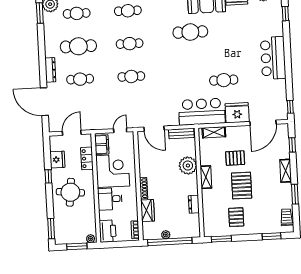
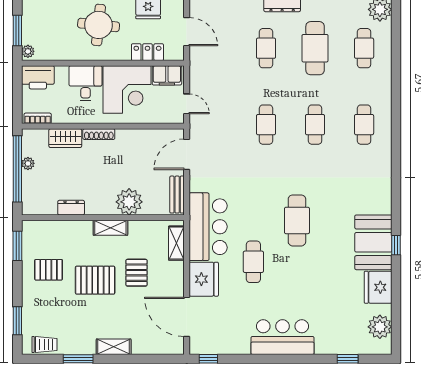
cafe table: (190, 32) -> (297, 220), moved
window: (292, 145) -> (152, 359), removed

